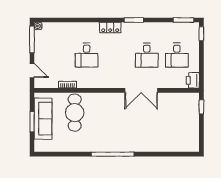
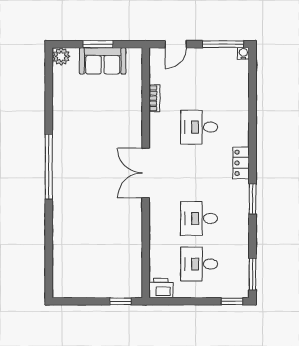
double door: (141, 90) -> (146, 173), moved
cafe table: (75, 113) -> (112, 109), removed
sofa: (43, 119) -> (103, 61), width x0.73
plant: (40, 146) -> (61, 56), added

